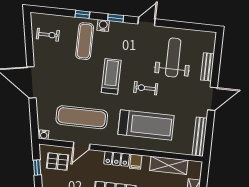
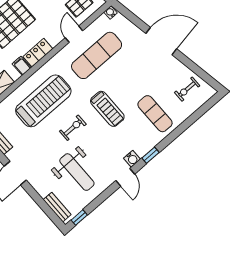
window: (82, 14) -> (79, 217), moved
water cooler: (103, 26) -> (132, 159), moved
bench: (207, 67) -> (57, 207), moved
treadmill: (146, 125) -> (43, 101), turned 180

